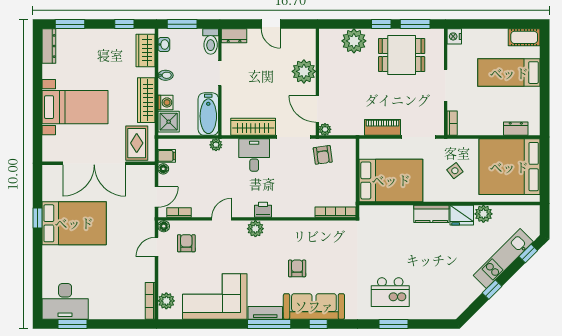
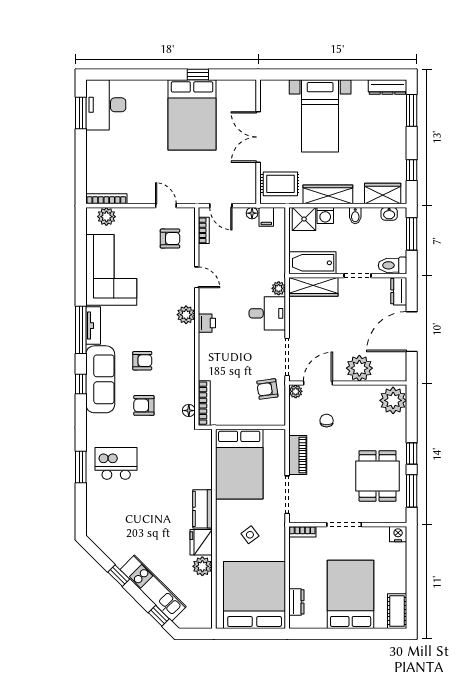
door: (271, 24) -> (412, 332), width x1.87
plant: (354, 41) -> (393, 400), moved
bed: (509, 73) -> (351, 594), width x1.50
chair: (351, 101) -> (327, 421), added
wardrobe: (253, 127) -> (313, 287), moved, turned 90
plant: (216, 145) -> (279, 288), moved
double door: (94, 163) -> (258, 137), width x0.73
floor lamp: (164, 226) -> (189, 411), moved
armchair: (338, 267) -> (144, 405), added
kitchen island: (390, 292) -> (116, 463), turned 90

